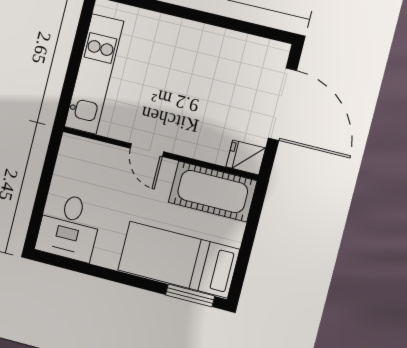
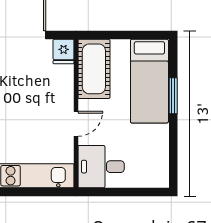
desk: (69, 227) -> (101, 167), moved, turned 180
window: (190, 296) -> (173, 96), moved

